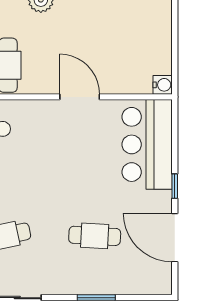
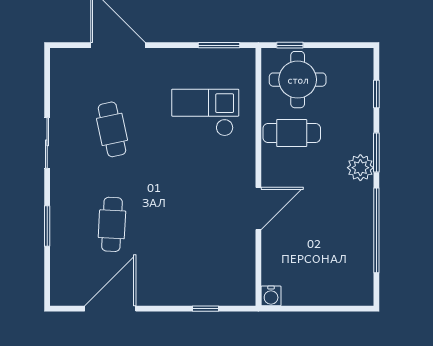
bar counter: (147, 144) -> (208, 280), removed
window: (175, 186) -> (206, 309), moved

